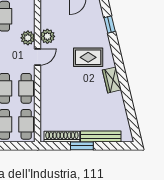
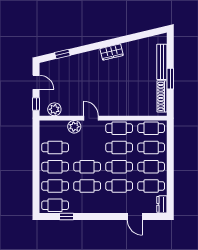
plant: (47, 36) -> (54, 109), moved
rug: (88, 57) -> (92, 73), removed

